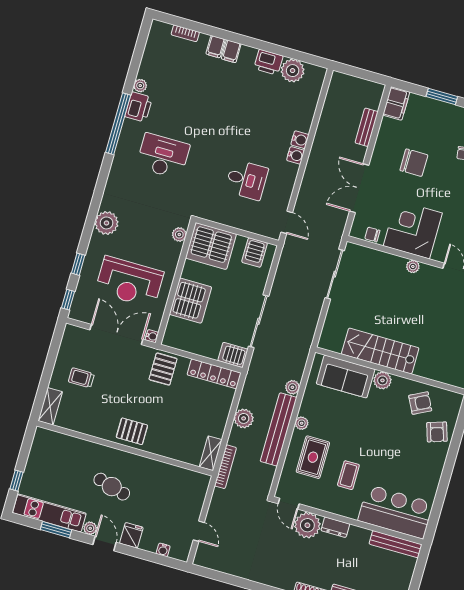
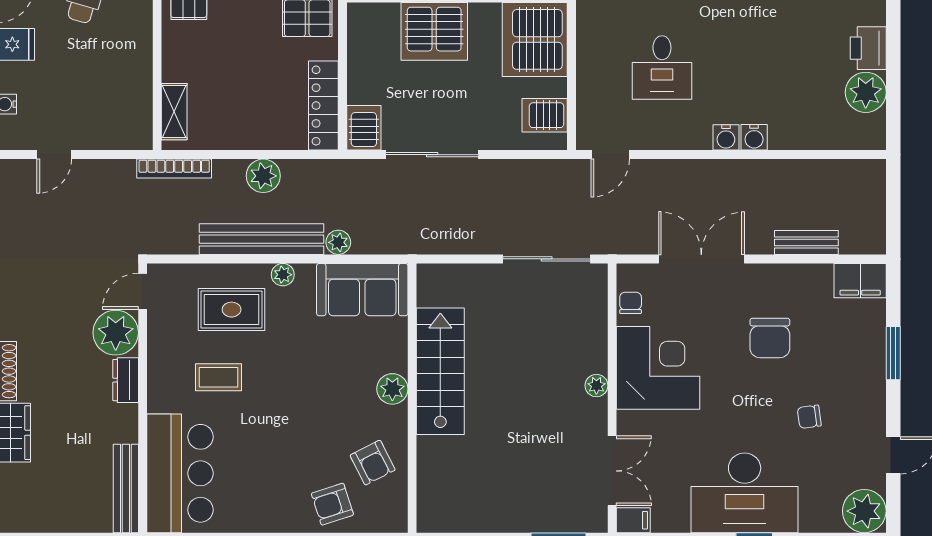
sofa: (346, 376) -> (362, 290), moved, turned -90
shelving: (211, 453) -> (174, 112), moved, turned 90

